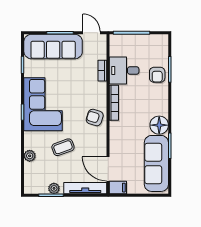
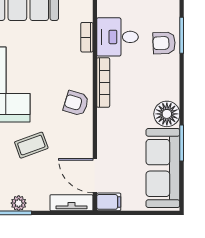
armchair: (157, 75) -> (164, 43), turned 88
tv unit: (85, 188) -> (71, 203), width x0.71

